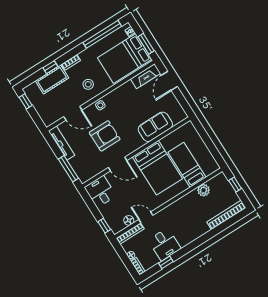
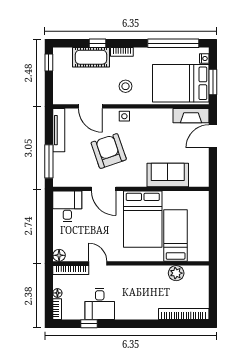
armchair: (105, 136) -> (109, 151), turned -109
window: (235, 185) -> (213, 288), removed
floor lamp: (129, 220) -> (59, 255), moved
window: (104, 226) -> (49, 245), removed

